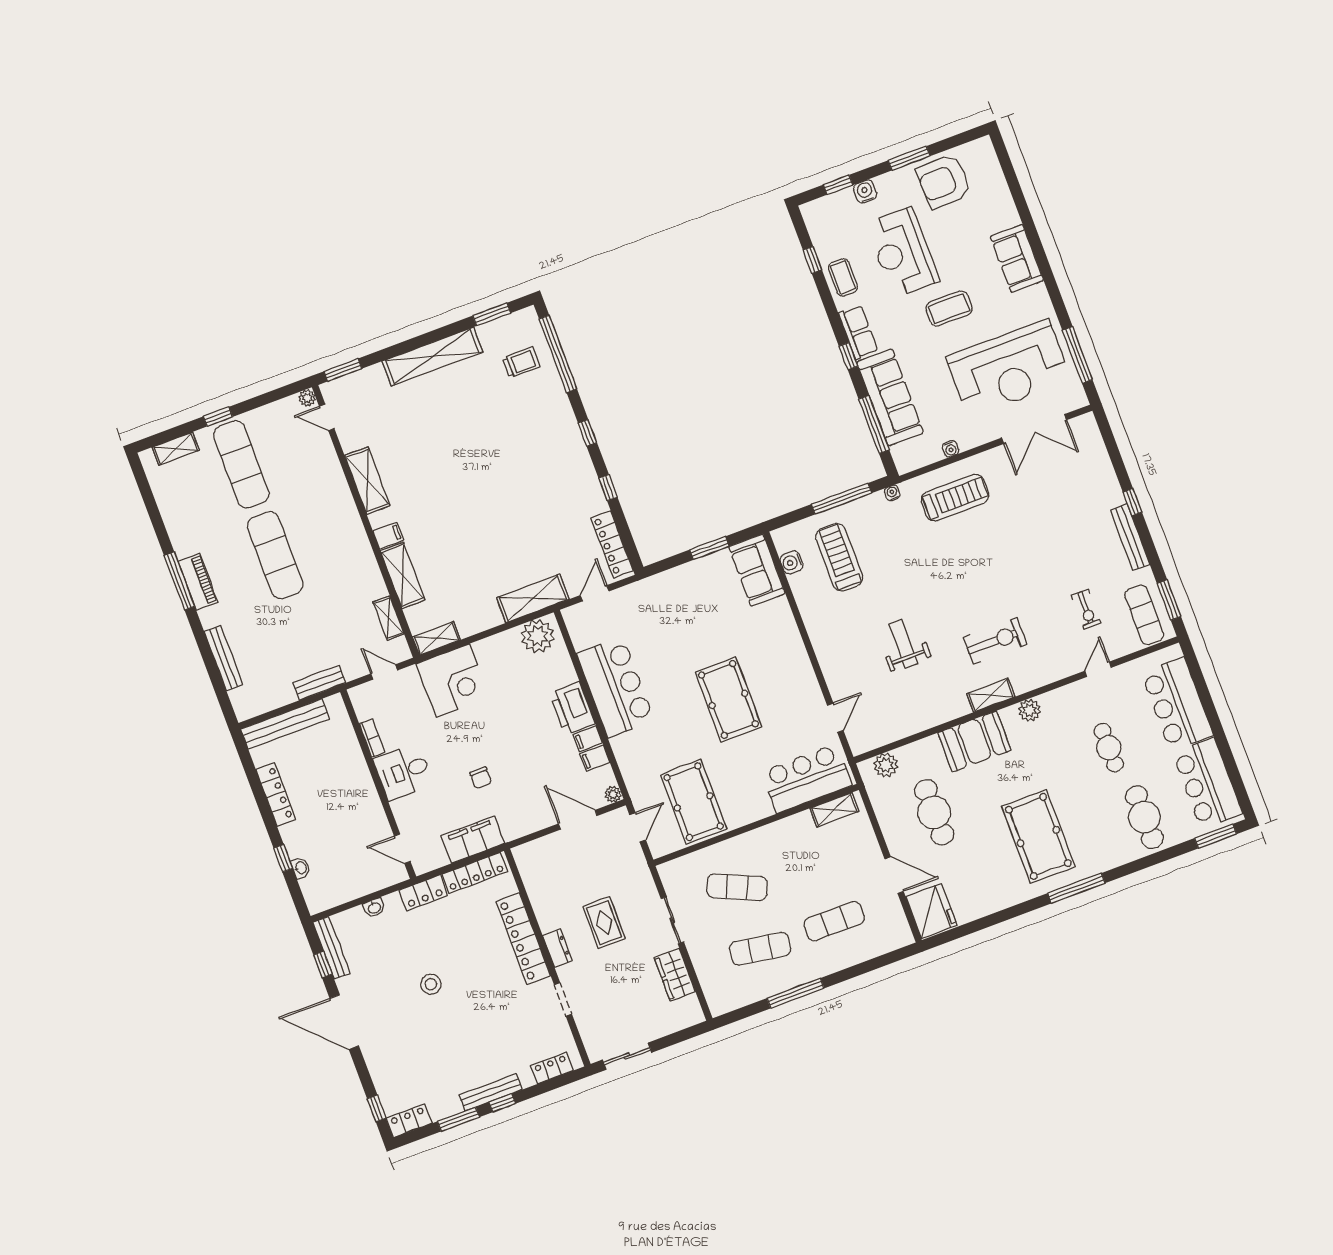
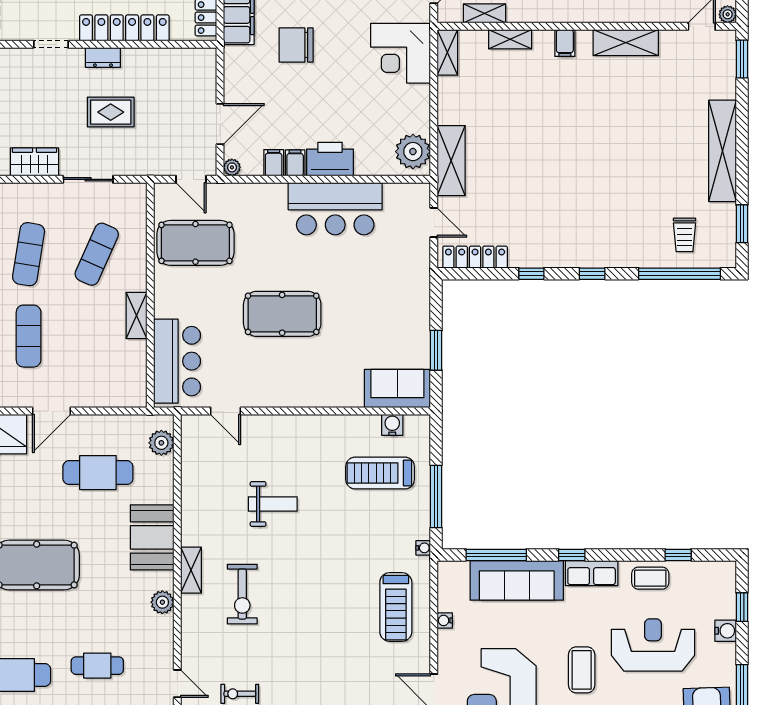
treadmill: (839, 557) -> (380, 473), turned 180
shelving: (403, 575) -> (510, 39), width x0.67, depth x0.75
chair: (481, 778) -> (296, 45), width x1.87, depth x1.87
shelving: (834, 810) -> (137, 315), moved

